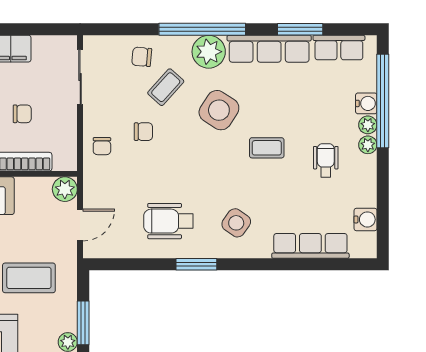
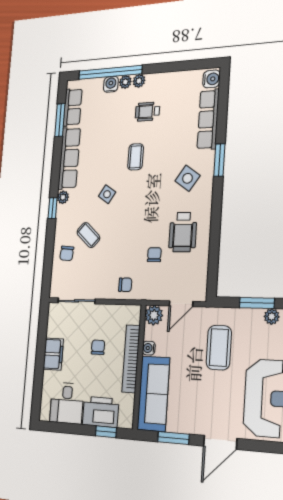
window: (202, 29) -> (53, 208), width x0.32
window: (300, 29) -> (60, 120), moved
plant: (209, 52) -> (63, 197), width x0.53, depth x0.53
side table: (219, 110) -> (107, 194), width x0.54, depth x0.54
chair: (143, 132) -> (154, 255), moved
water cooler: (24, 185) -> (149, 348), added
water cooler: (365, 219) -> (211, 79), moved, turned 90
door: (80, 225) -> (181, 304), swing flipped
window: (196, 264) -> (219, 160), moved

